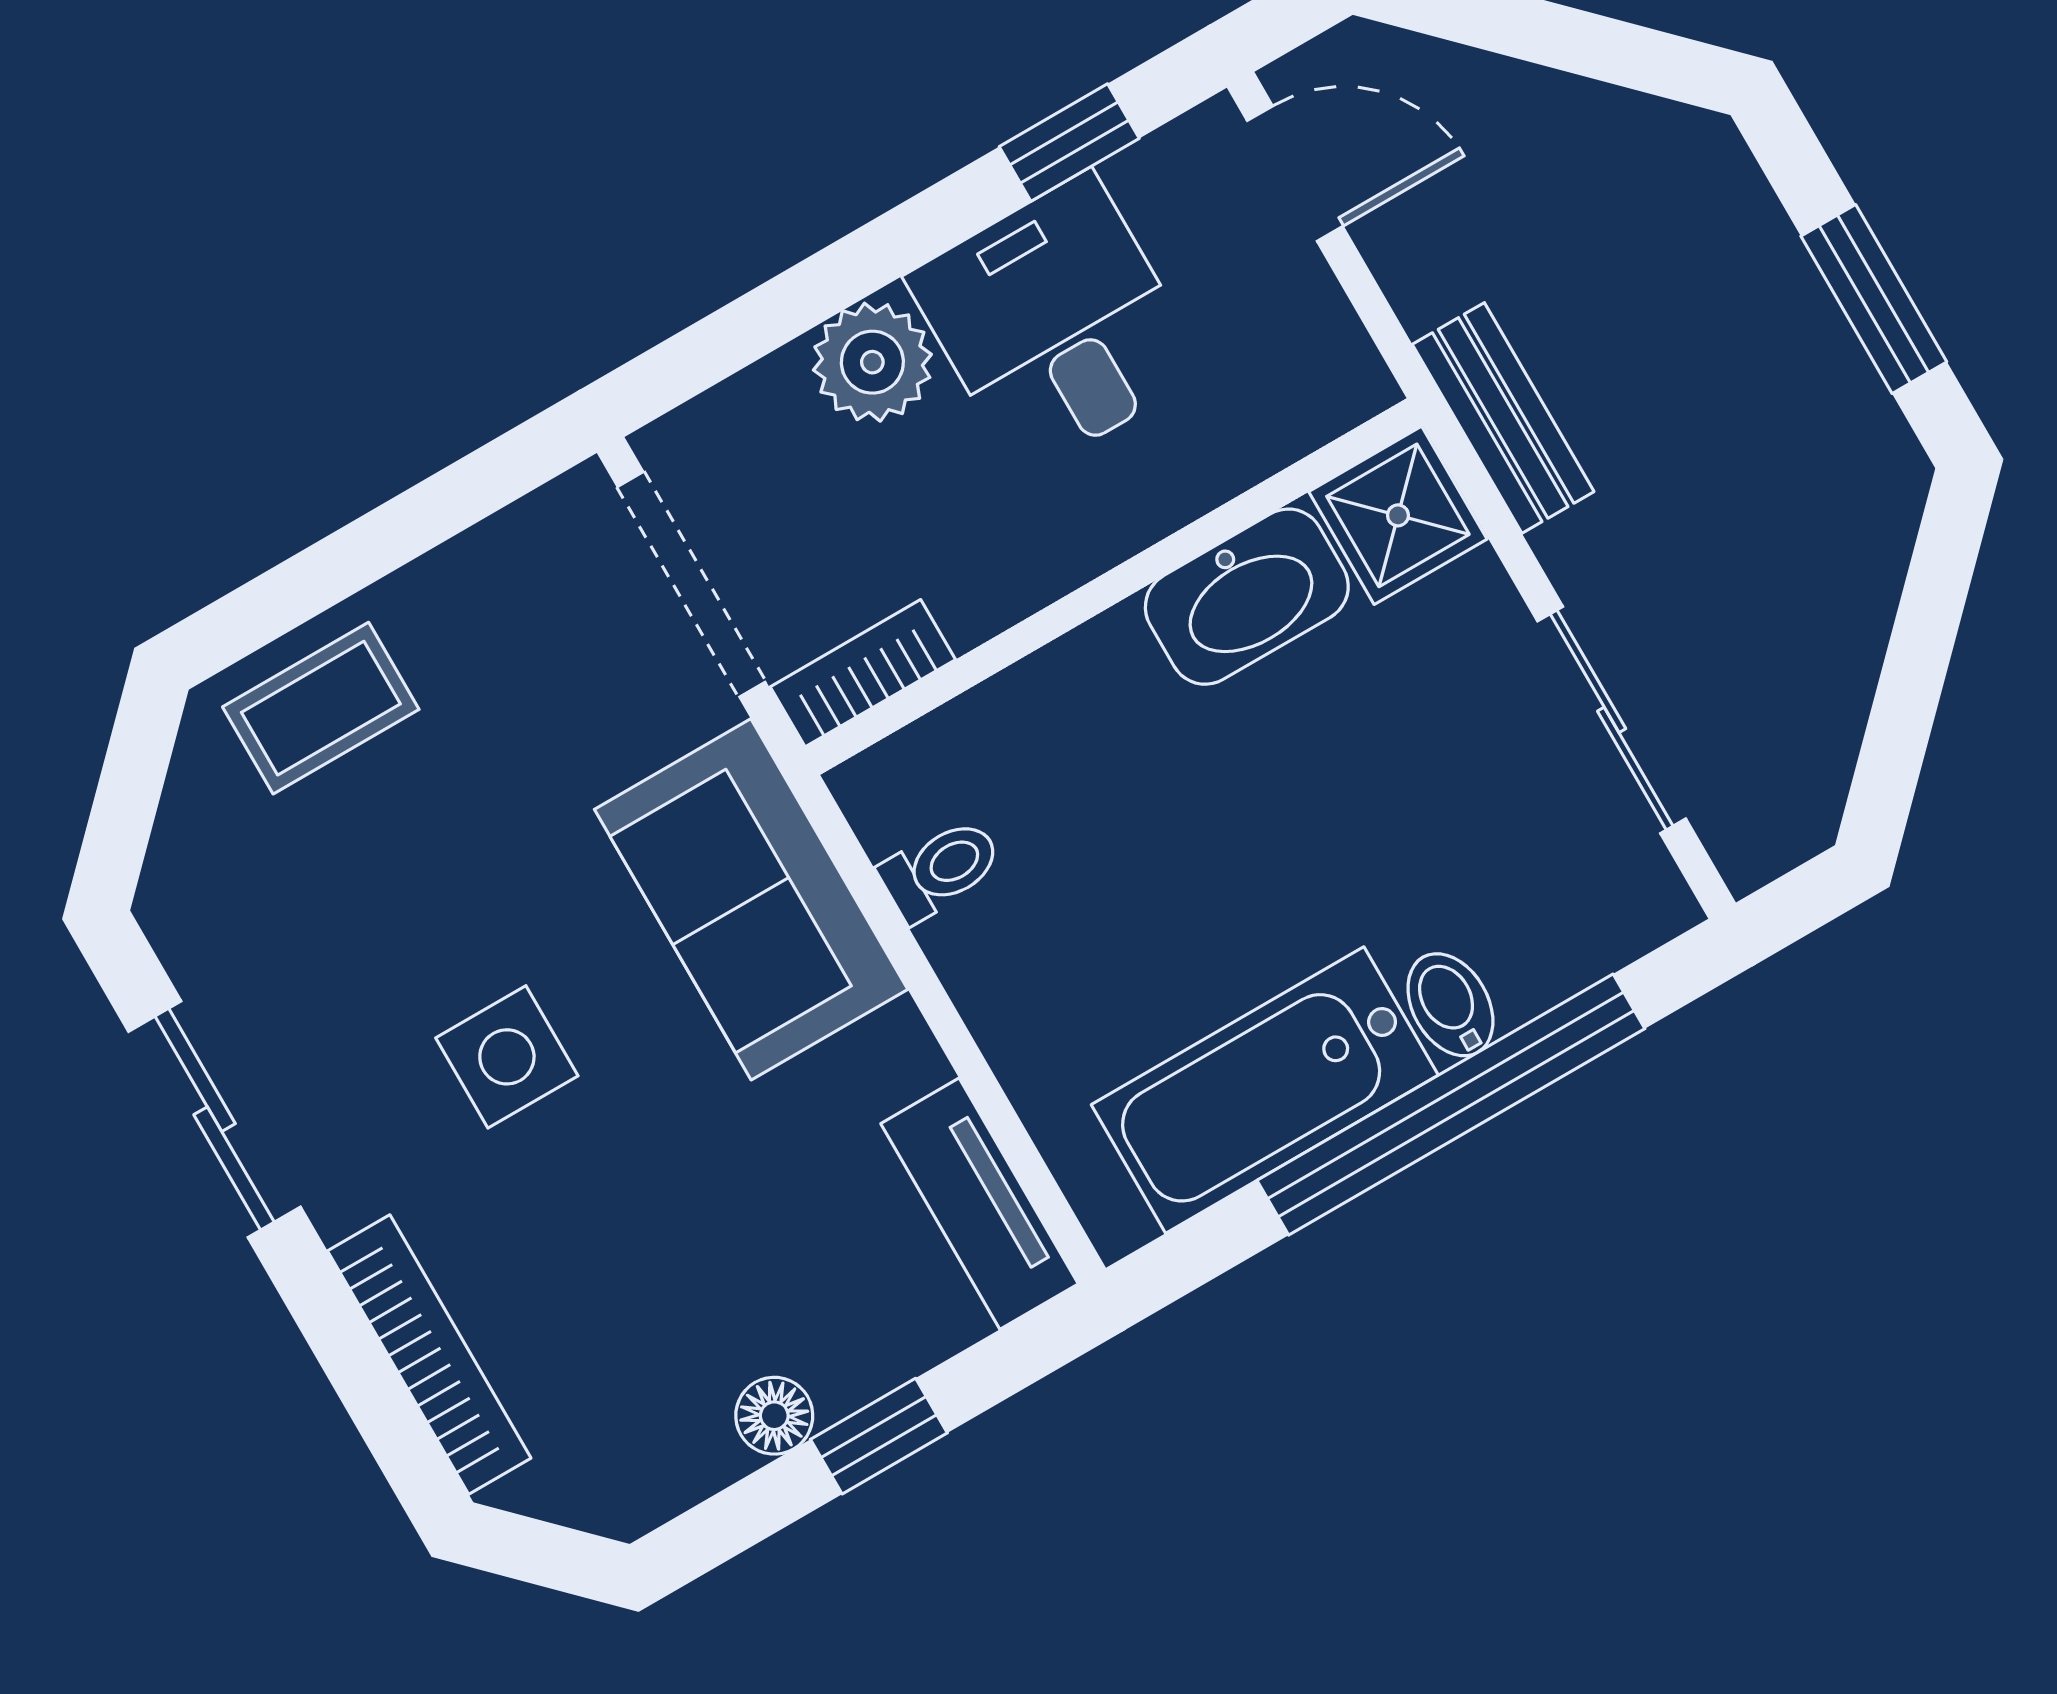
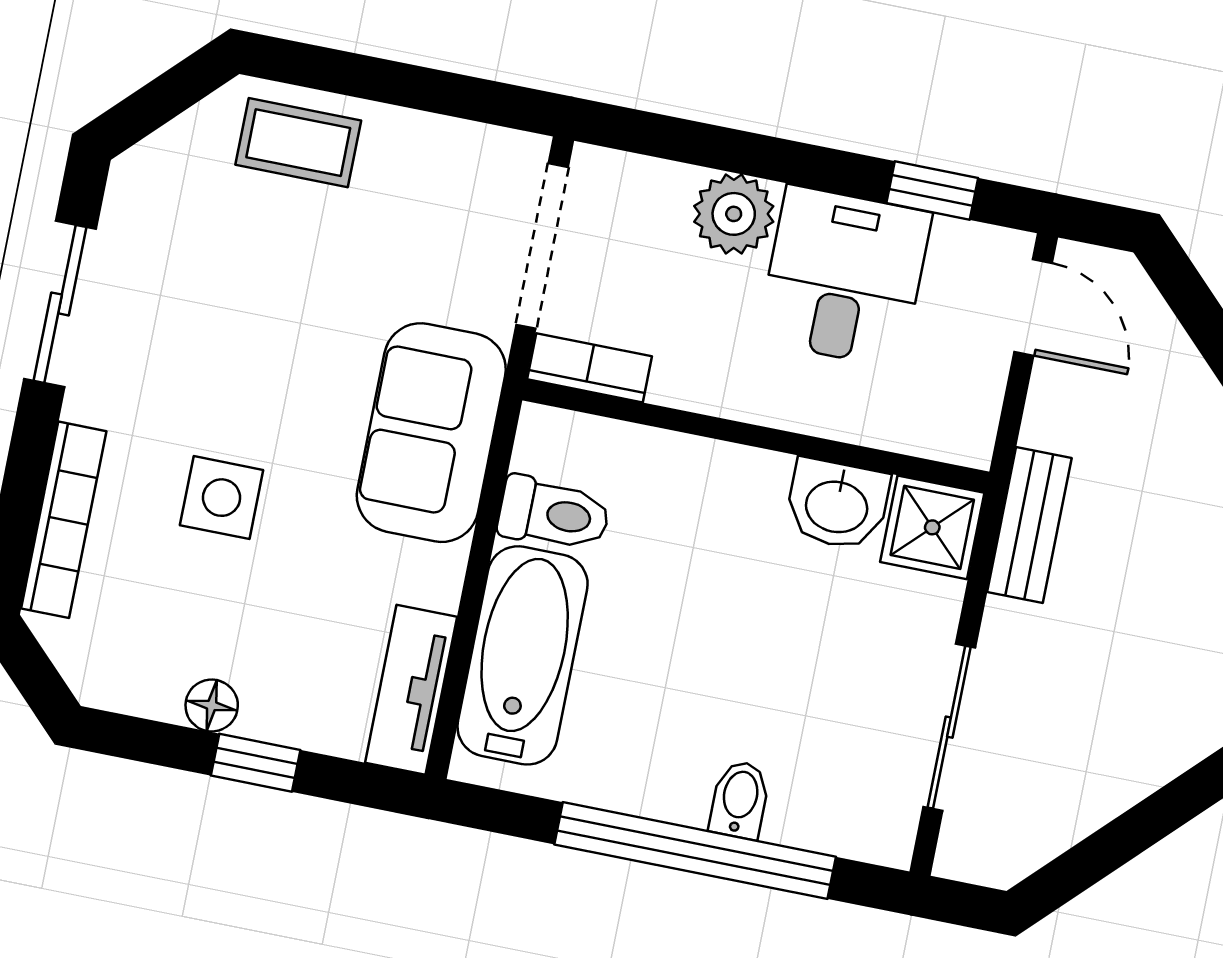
washbasin: (1247, 597) -> (837, 505), width x0.72
toilet: (941, 869) -> (554, 514), width x1.37, depth x1.39
side table: (507, 1057) -> (222, 498), moved
bathtub: (1265, 1090) -> (523, 655), moved, turned 90

